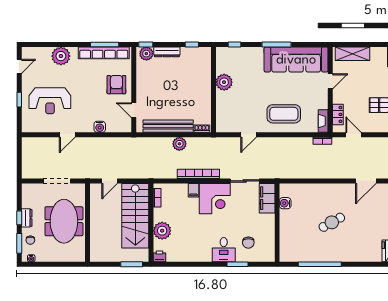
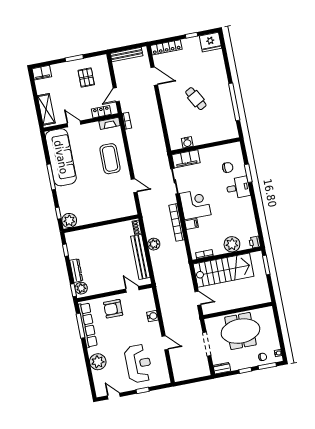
plant: (224, 82) -> (69, 221), moved
door: (134, 110) -> (132, 289), swing flipped
dresser: (27, 218) -> (222, 368), moved

